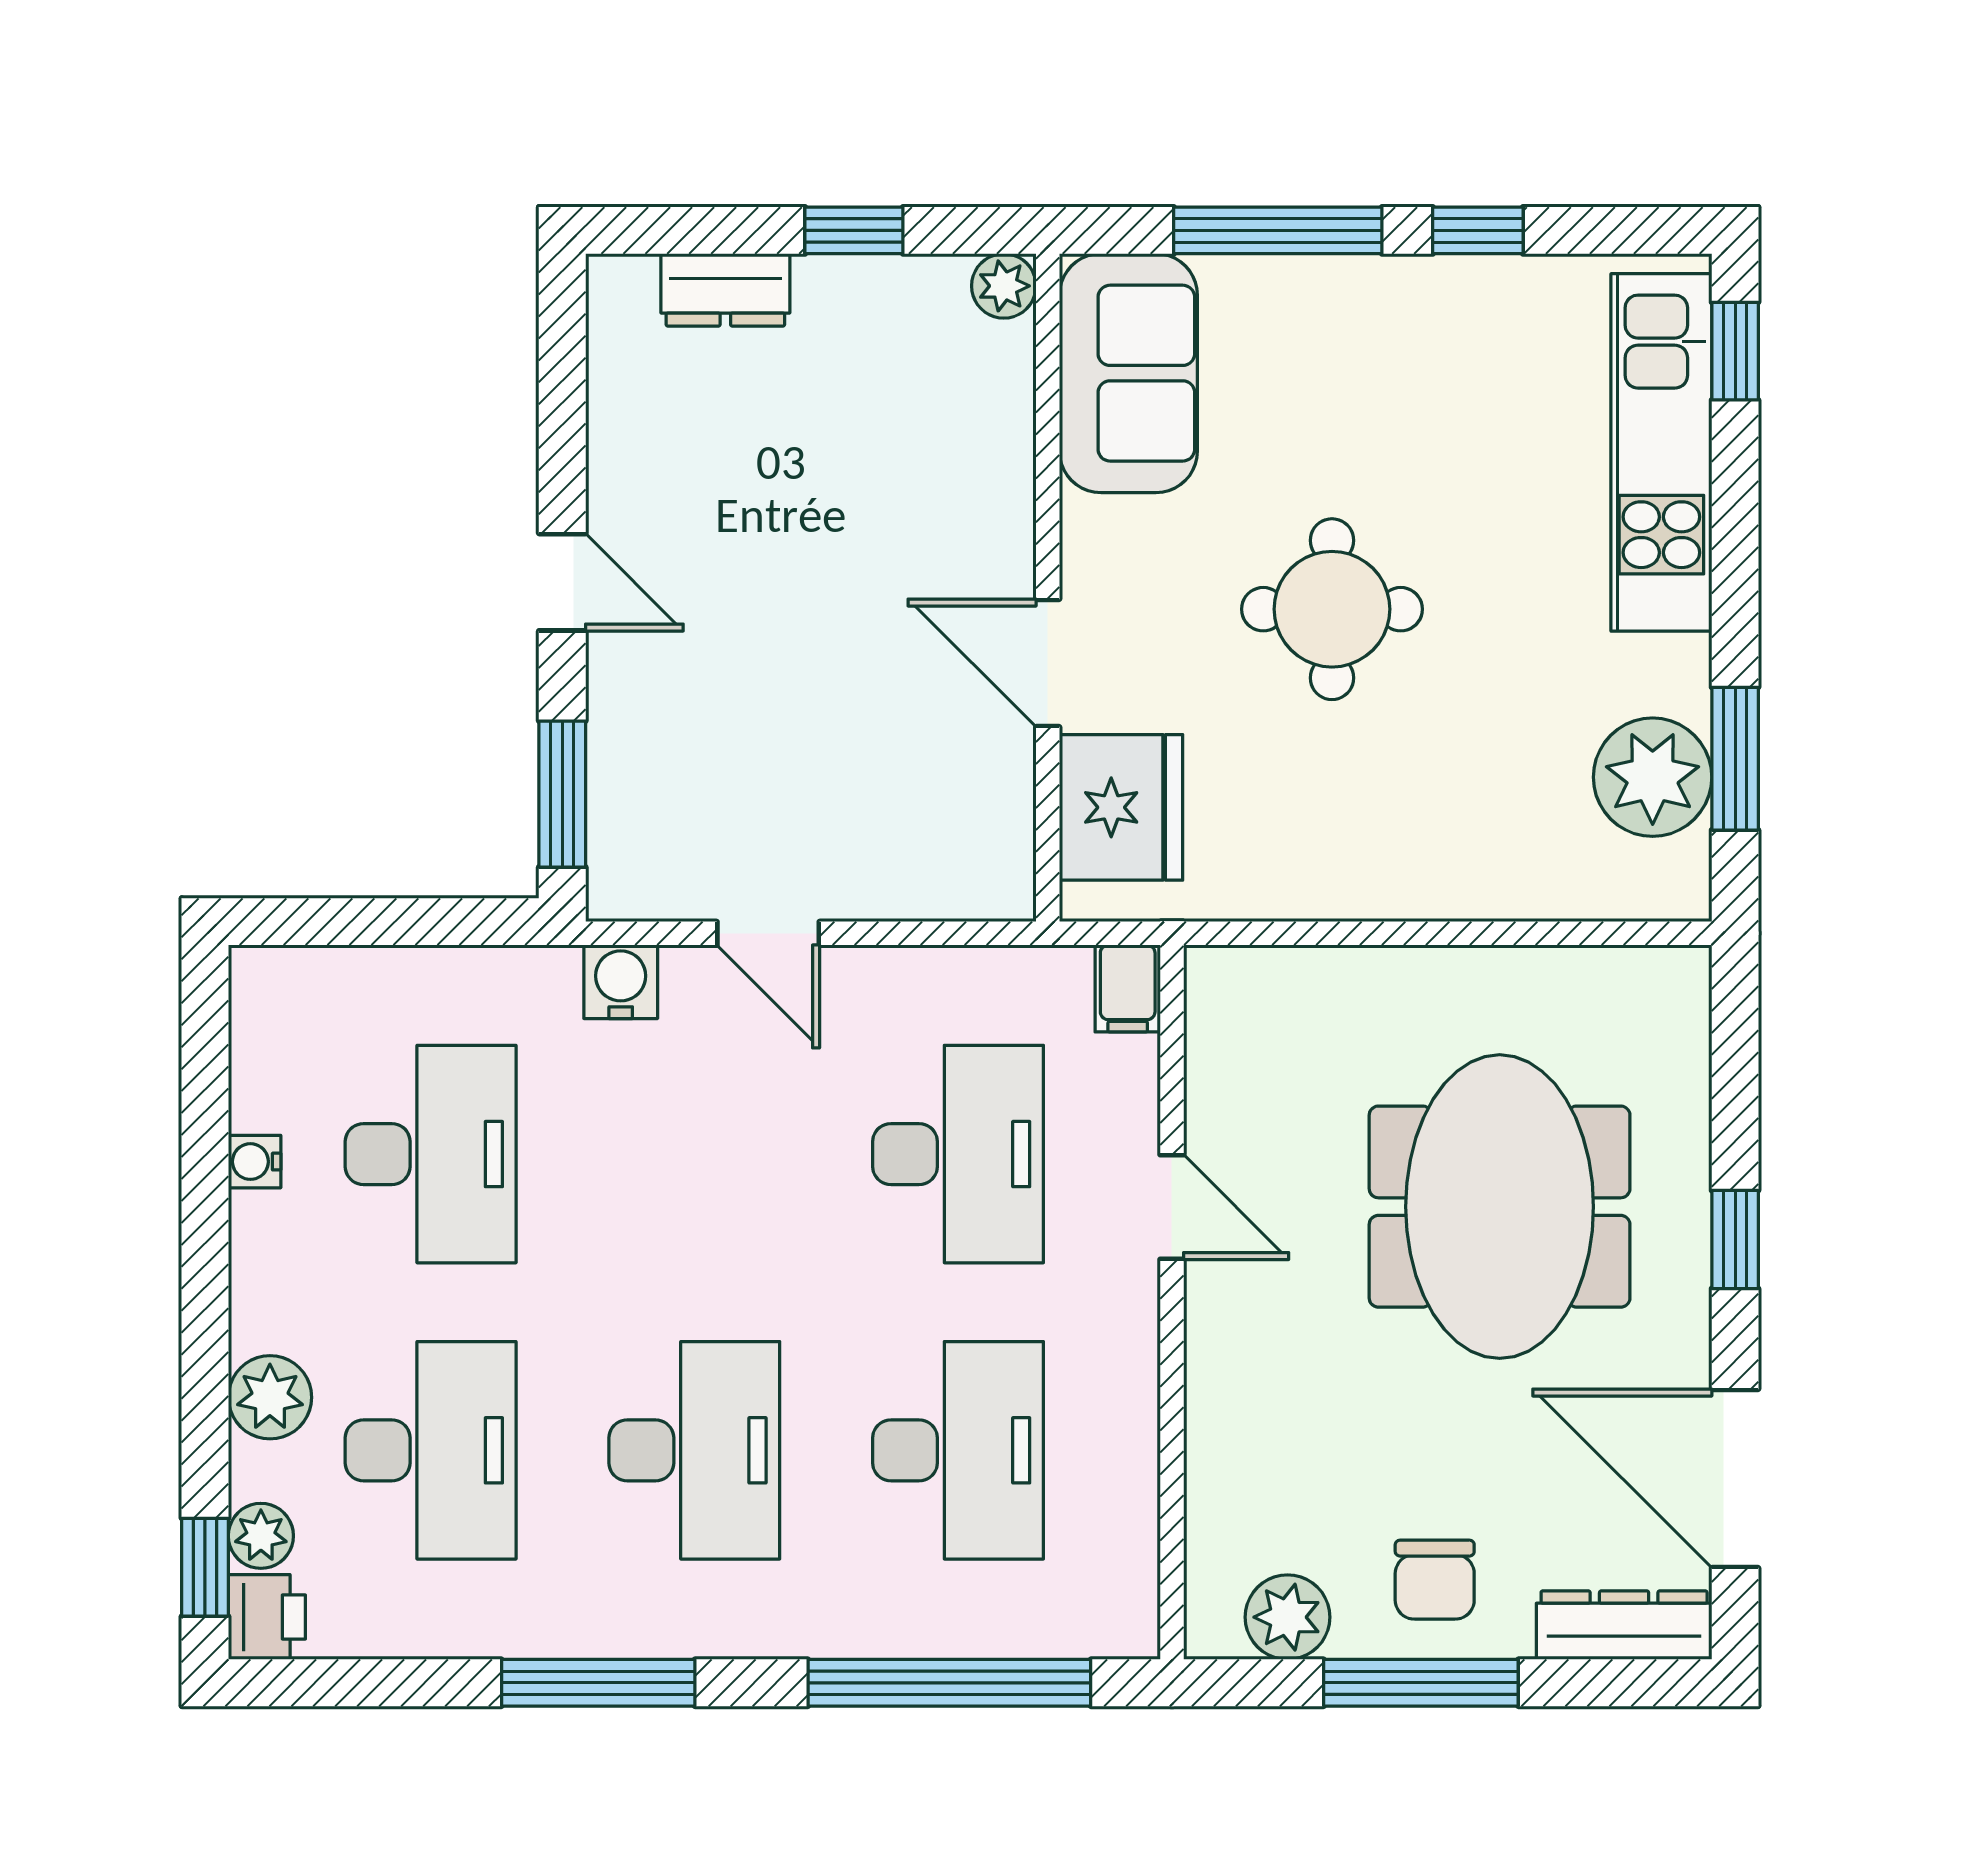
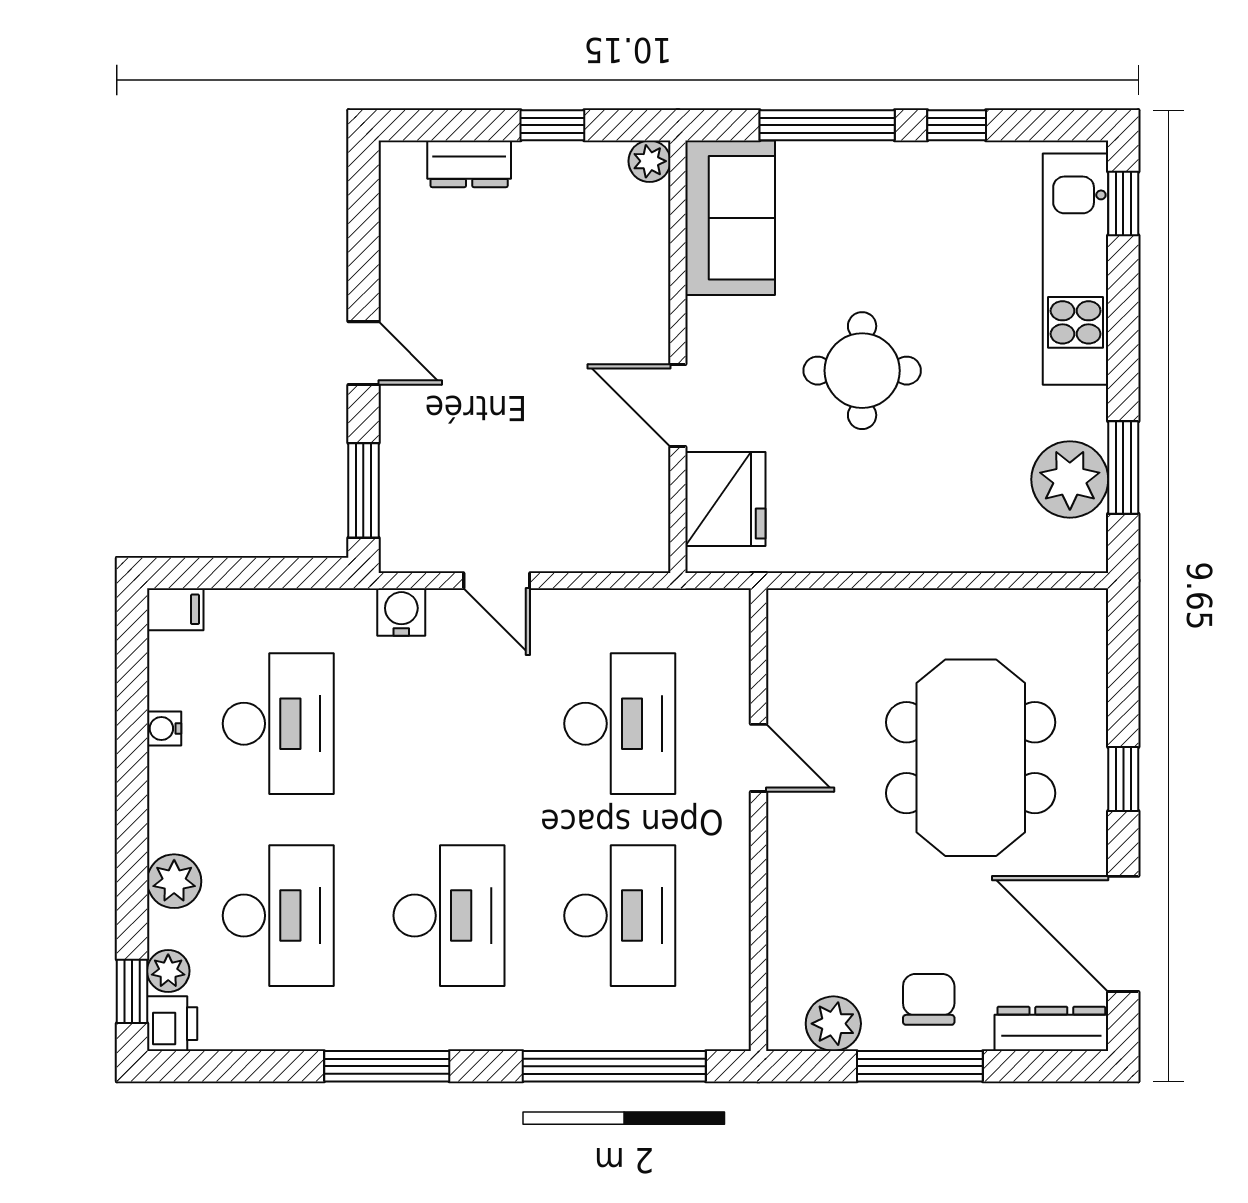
filing cabinet: (1128, 988) -> (175, 609), moved, turned -90
chair: (1435, 1580) -> (929, 999), turned 180

